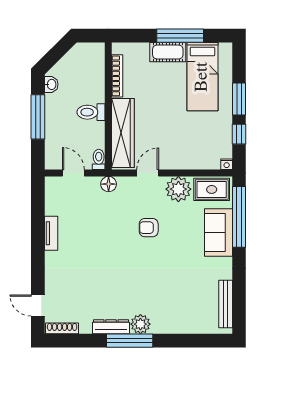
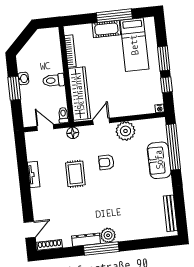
washbasin: (51, 84) -> (23, 79), moved
window: (38, 117) -> (14, 88), width x0.69
rug: (212, 189) -> (75, 174), moved, turned 90
door: (38, 306) -> (30, 230), swing flipped

